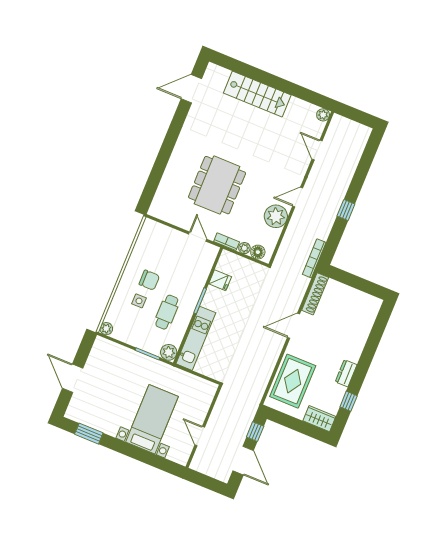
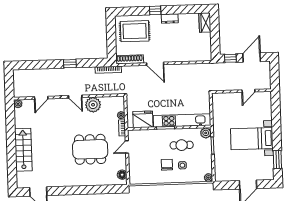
floor lamp: (258, 252) -> (122, 175), moved
fridge: (220, 280) -> (143, 119), width x1.88, depth x1.34
kitchen unit: (196, 338) -> (182, 120), width x1.36
rug: (293, 381) -> (135, 31), moved
window: (349, 401) -> (155, 10), moved
bed with nightstands: (152, 419) -> (252, 139), moved

